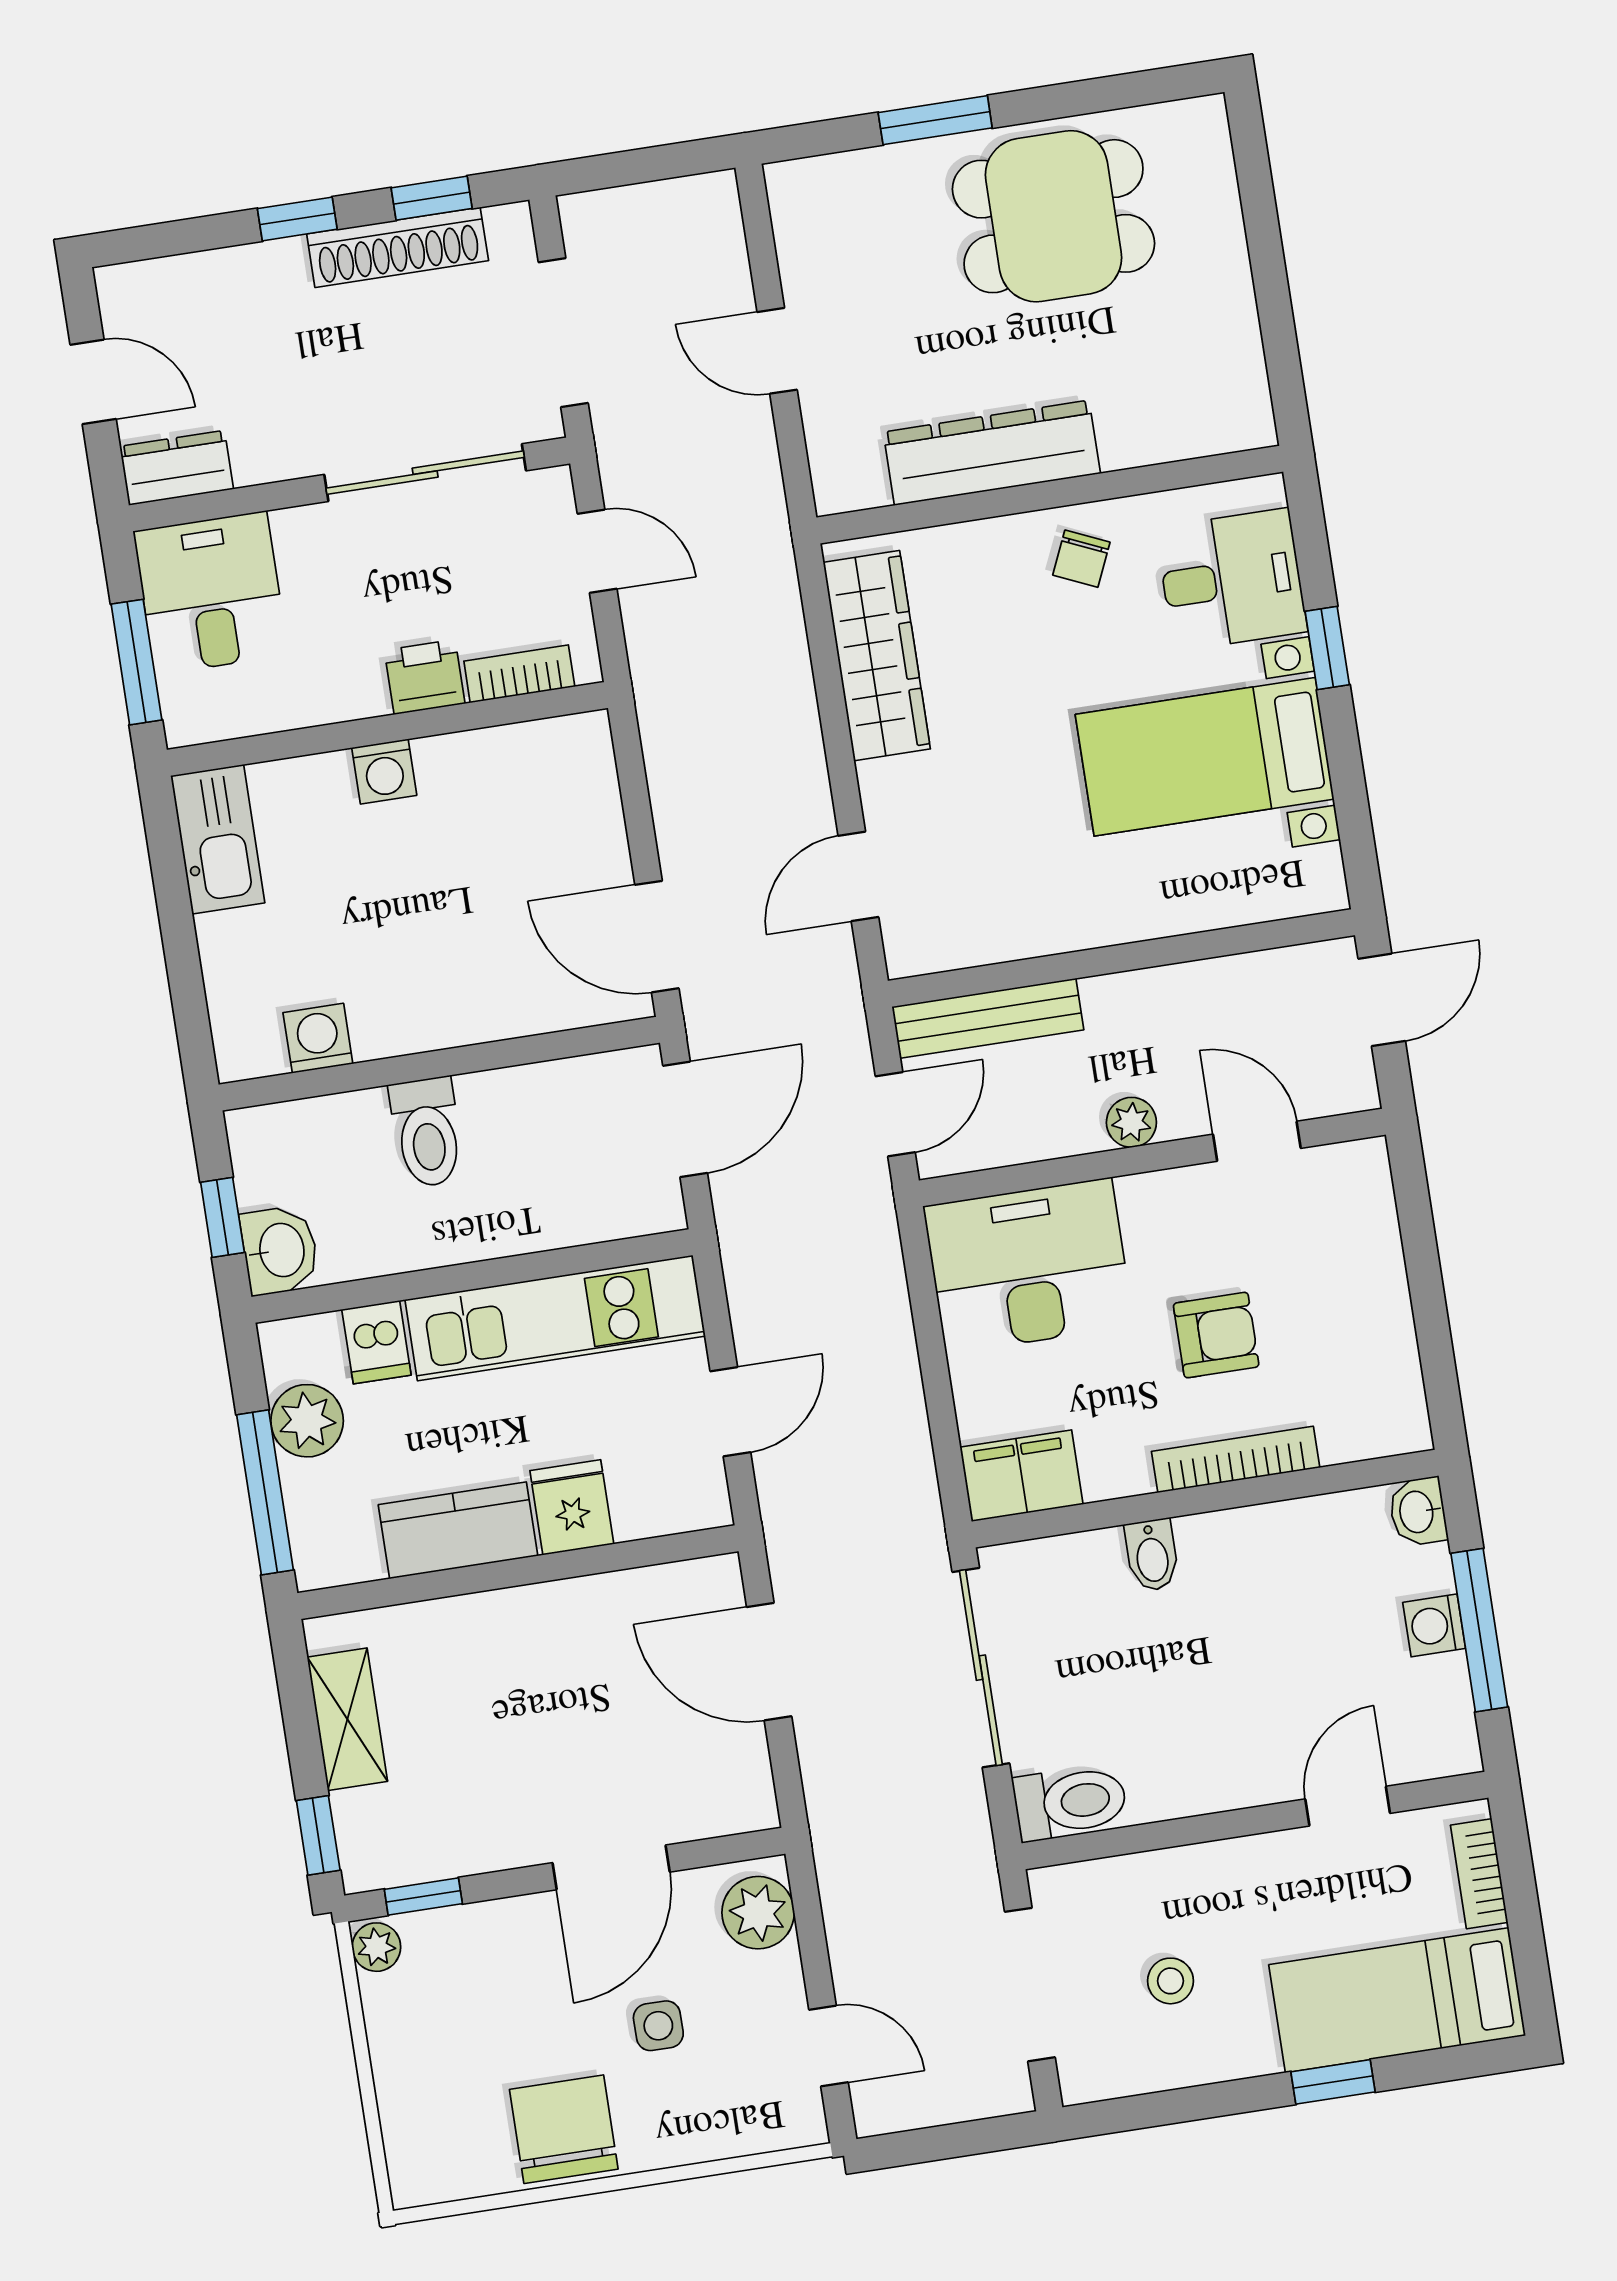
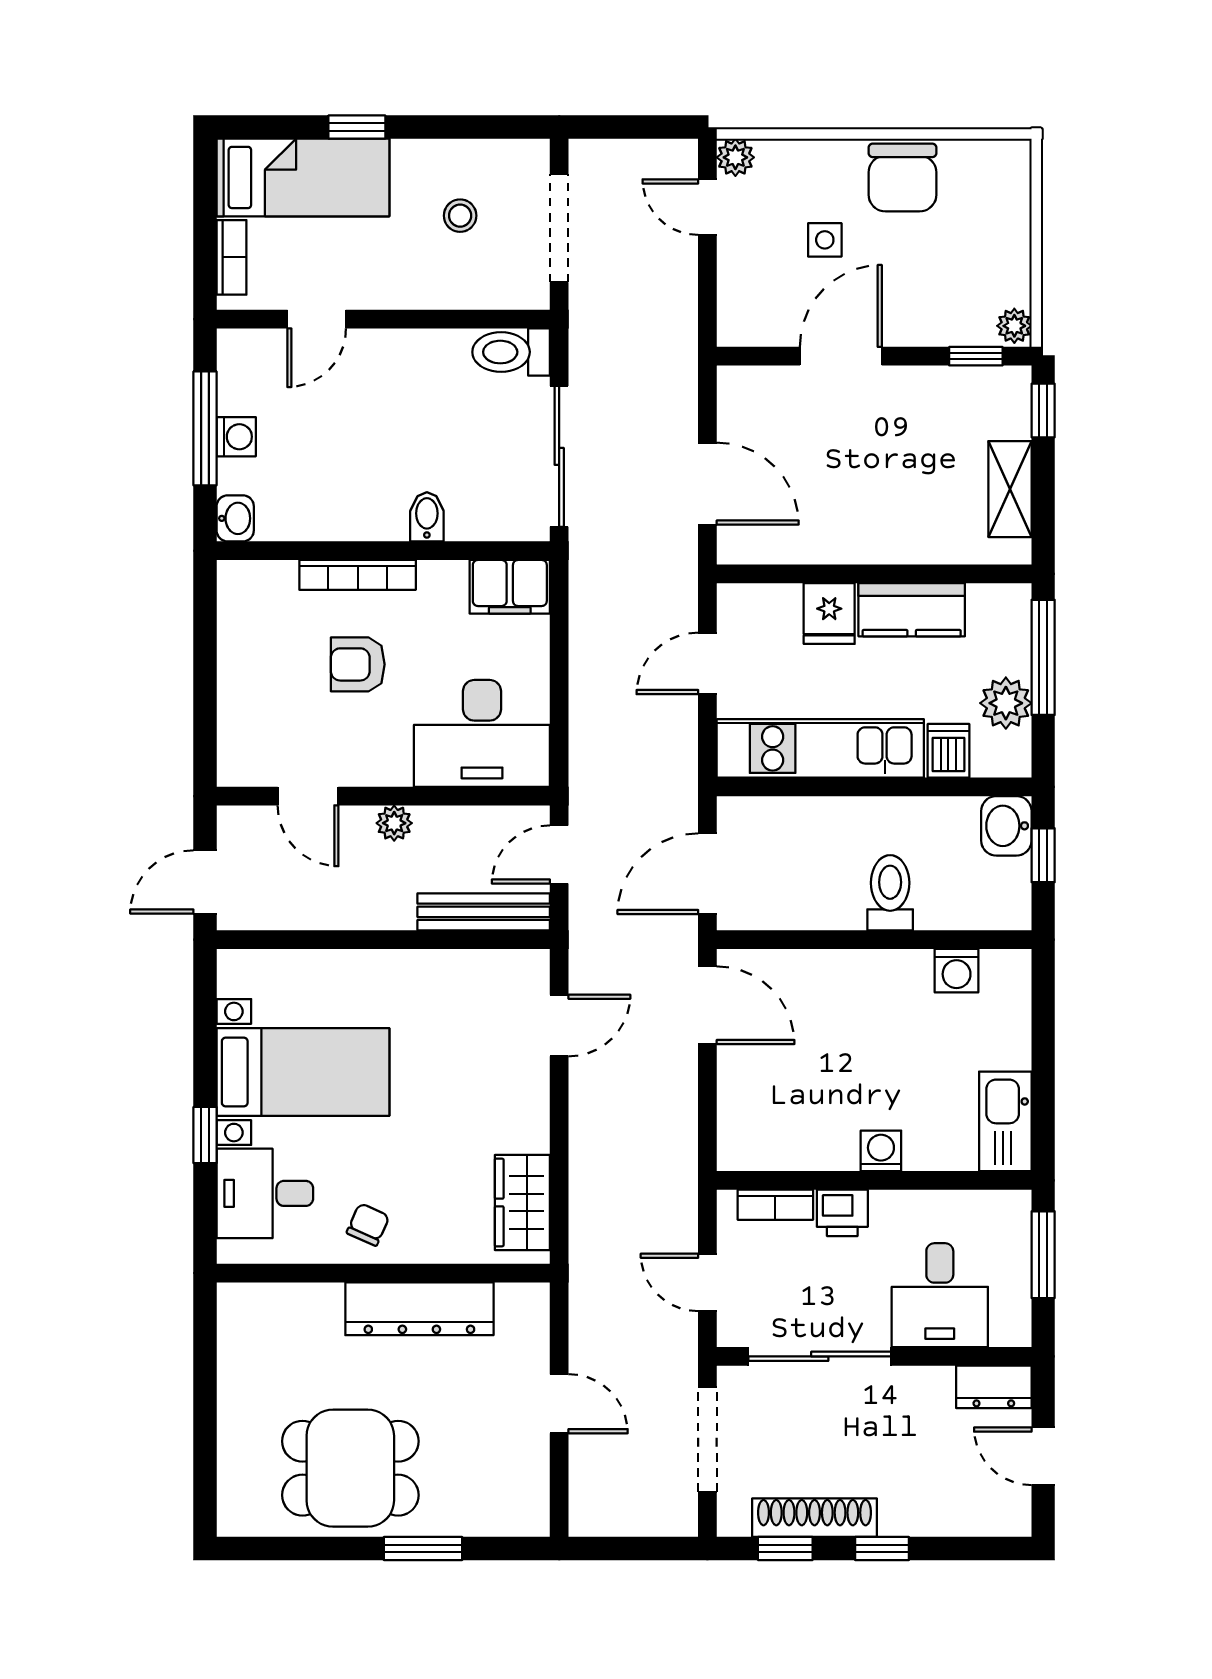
desk: (211, 593) -> (940, 1295), moved
wardrobe: (877, 656) -> (522, 1202), width x0.67
plant: (758, 1913) -> (735, 157), moved, width x0.73, depth x0.73

